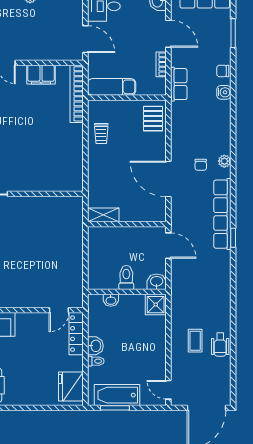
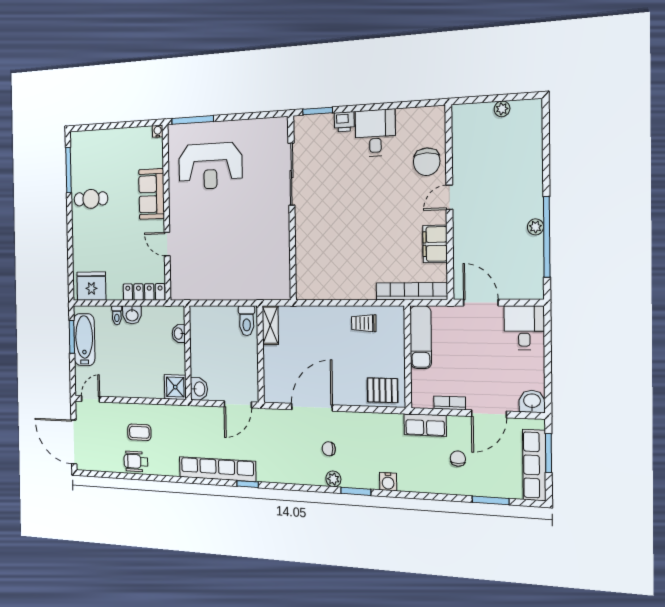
door: (85, 39) -> (481, 303), swing flipped
chair: (223, 71) -> (458, 459), moved
water cooler: (224, 92) -> (388, 482), moved
window: (233, 142) -> (356, 491), added
row of seats: (222, 214) -> (217, 469), moved
toilet: (126, 277) -> (247, 321), moved, turned 90
door: (59, 310) -> (167, 244), moved

